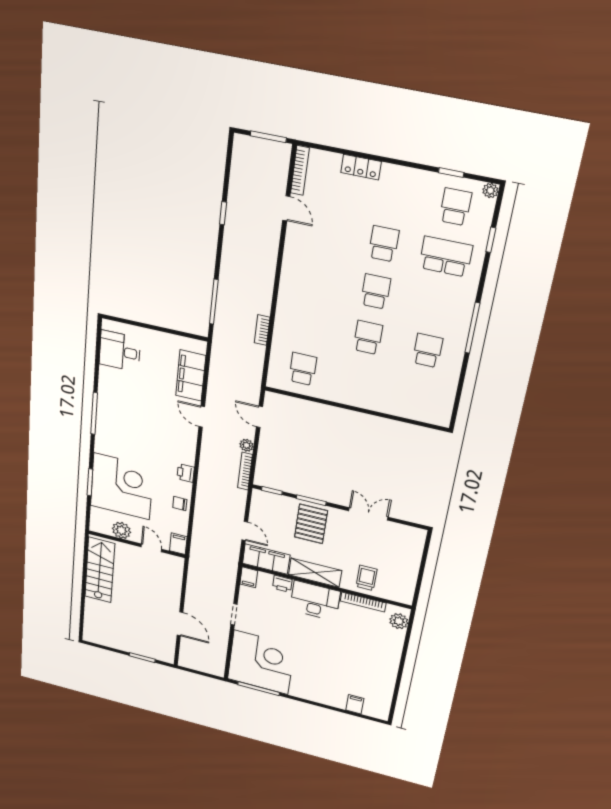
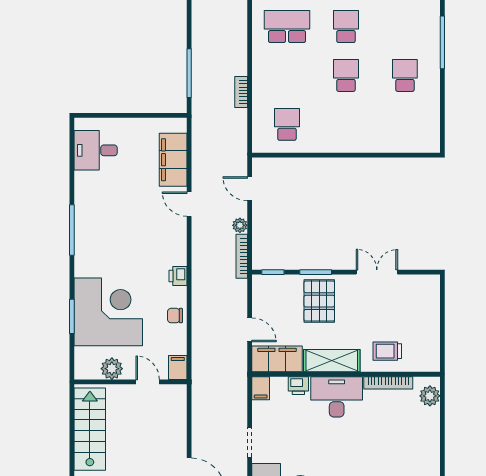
school desk: (316, 279) -> (287, 27), added
trolley: (367, 578) -> (387, 351), turned -90

